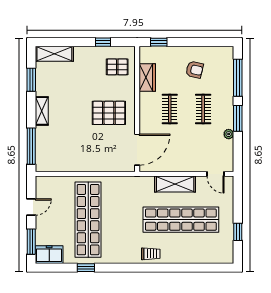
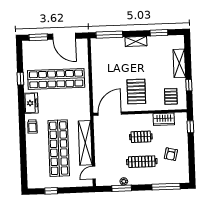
shelving: (54, 54) -> (179, 63), moved
clothes rail: (203, 109) -> (142, 162), width x1.36
window: (238, 118) -> (122, 188), moved
door: (137, 150) -> (110, 114), swing flipped
shelving: (175, 184) -> (85, 143), width x1.47
door: (31, 207) -> (64, 36), width x1.87
freezer: (49, 255) -> (31, 103), moved

